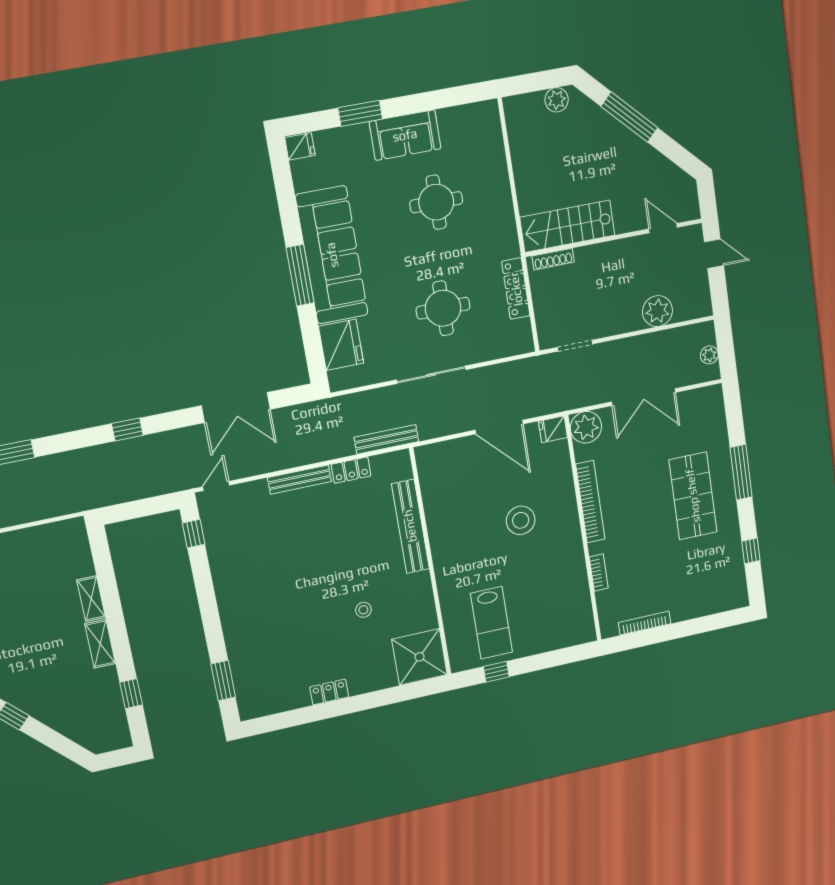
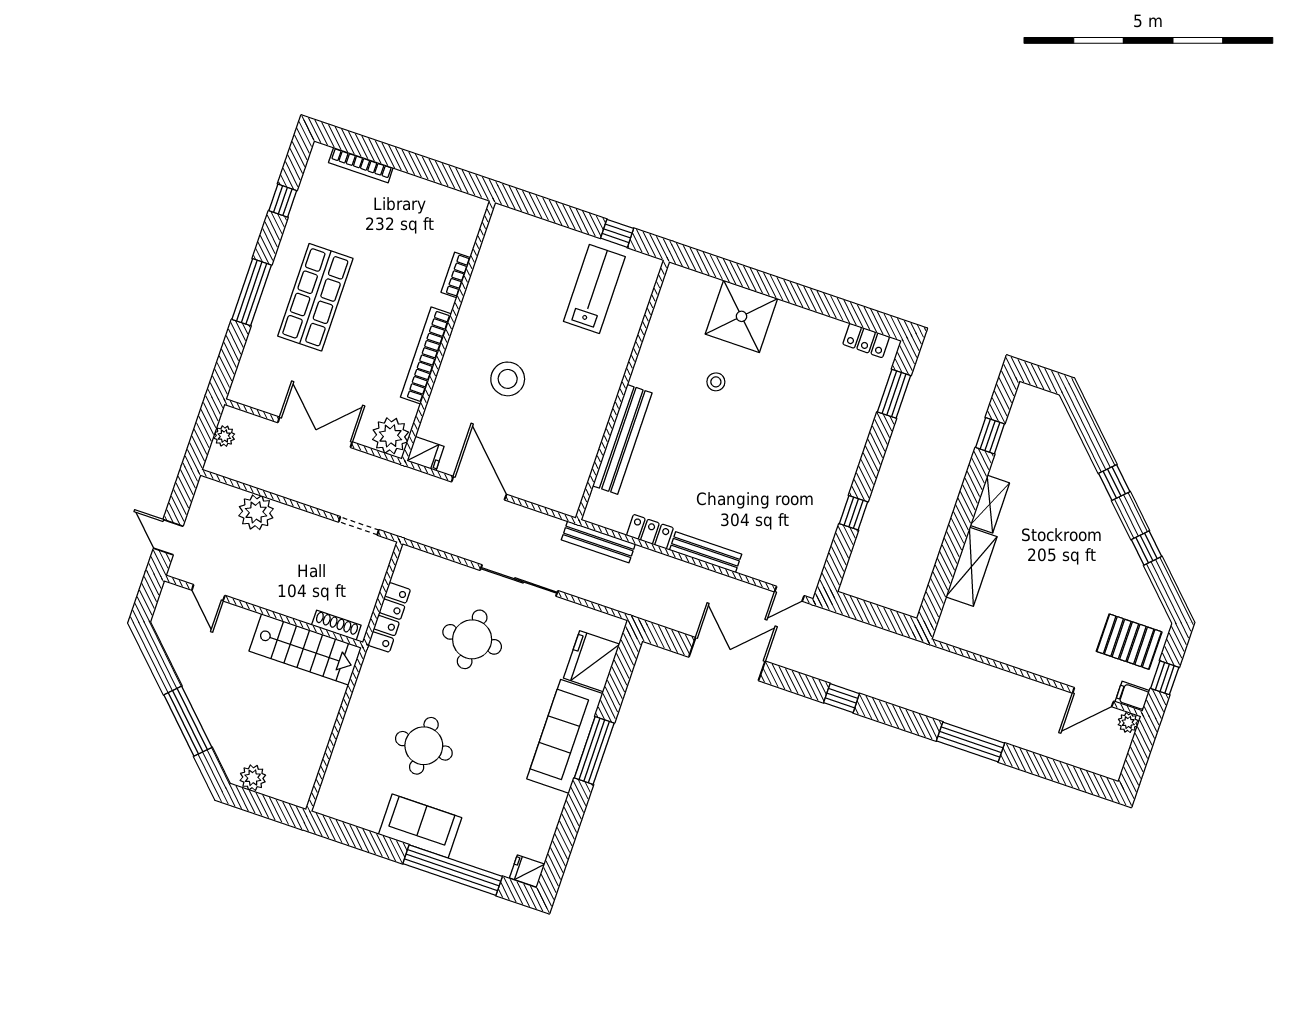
window: (360, 113) -> (453, 870), width x2.11
sofa: (332, 255) -> (565, 736), width x0.74, depth x0.79
window: (194, 534) -> (854, 513), moved
shelving: (91, 599) -> (971, 567), width x1.50, depth x1.33
bookcase: (645, 623) -> (361, 165), moved
shower: (420, 657) -> (741, 316), moved
locker: (329, 692) -> (866, 341), moved

